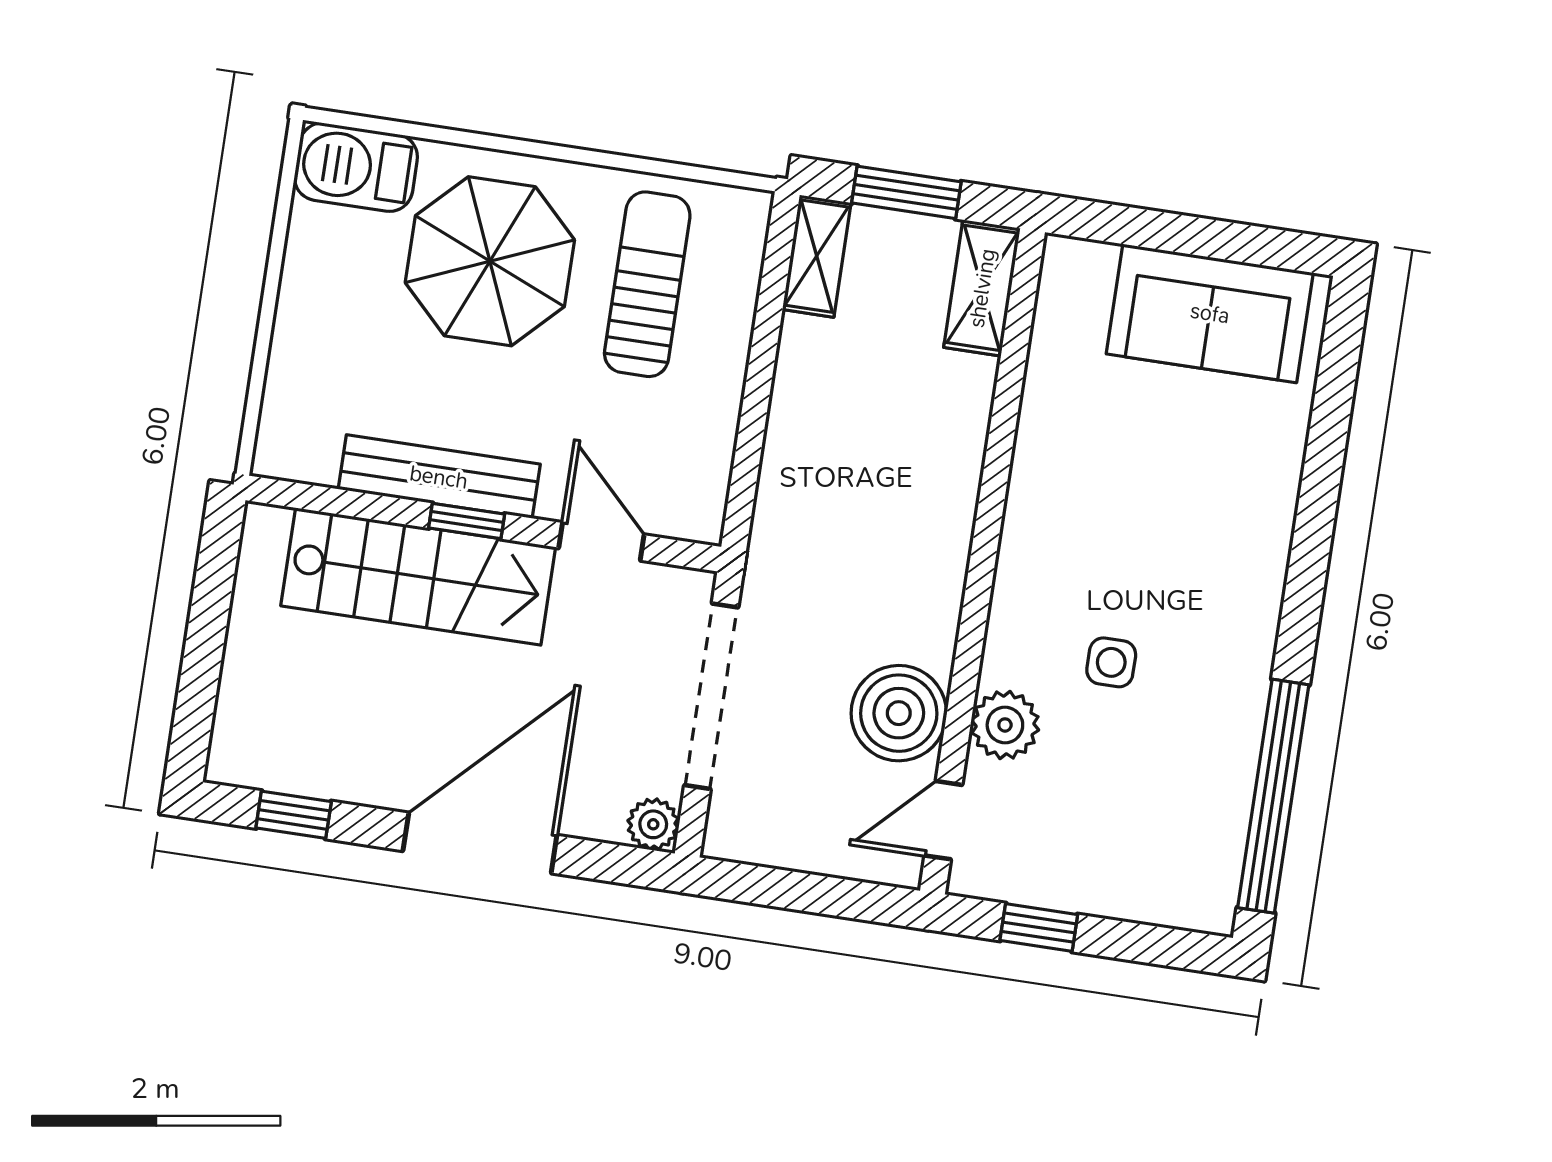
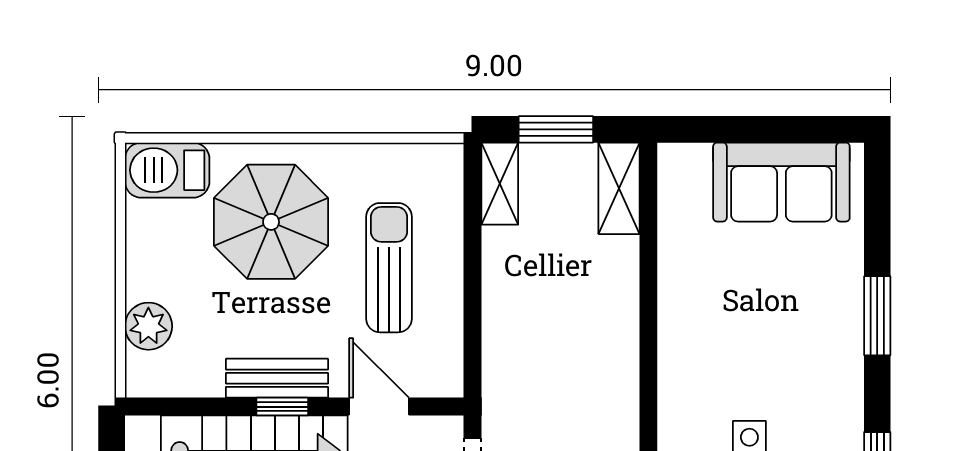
sun lounger: (647, 284) -> (389, 268), moved
plant: (297, 381) -> (148, 326), added
bench: (439, 477) -> (277, 378), width x0.73
window: (1315, 520) -> (877, 316), added

